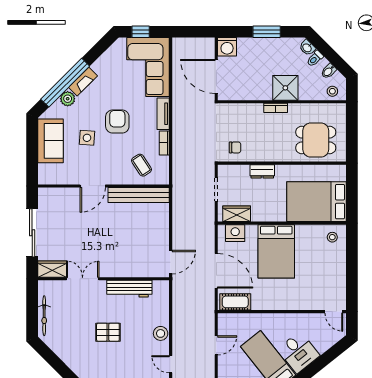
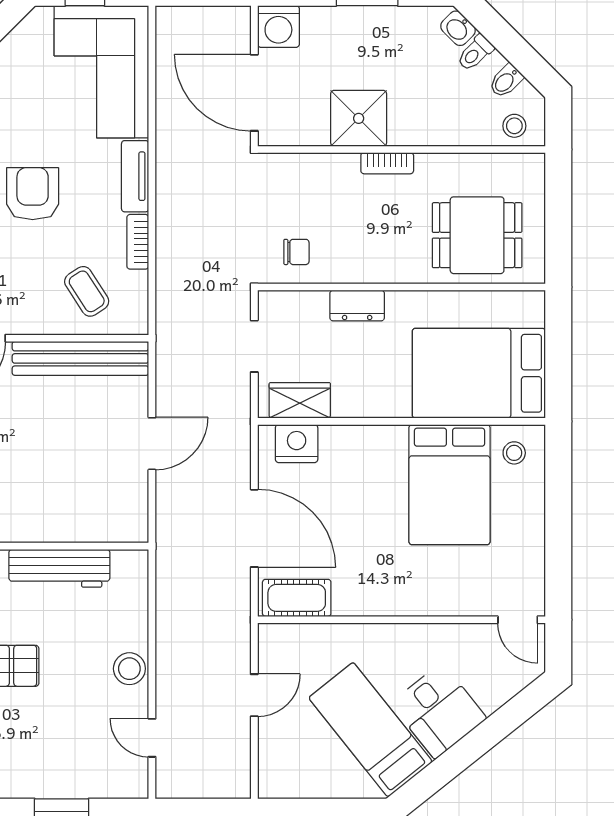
shower: (285, 88) -> (359, 118), moved
bed: (276, 251) -> (449, 485), moved
door: (171, 262) -> (152, 444), moved

